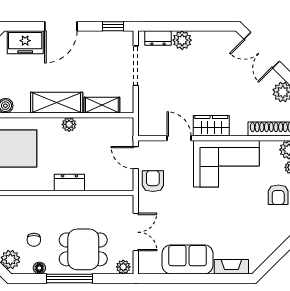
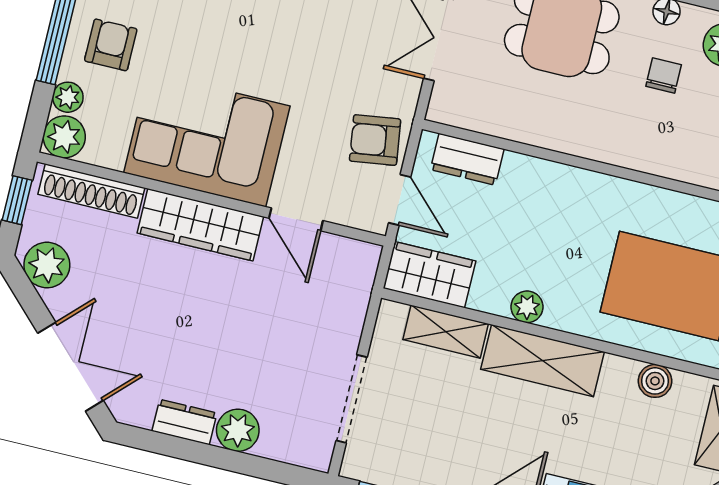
dresser: (158, 38) -> (184, 422), moved
wardrobe: (211, 126) -> (200, 225), width x1.50
wardrobe: (115, 128) -> (429, 275), added
armchair: (153, 181) -> (375, 140), turned 82
dresser: (69, 182) -> (467, 159), moved

